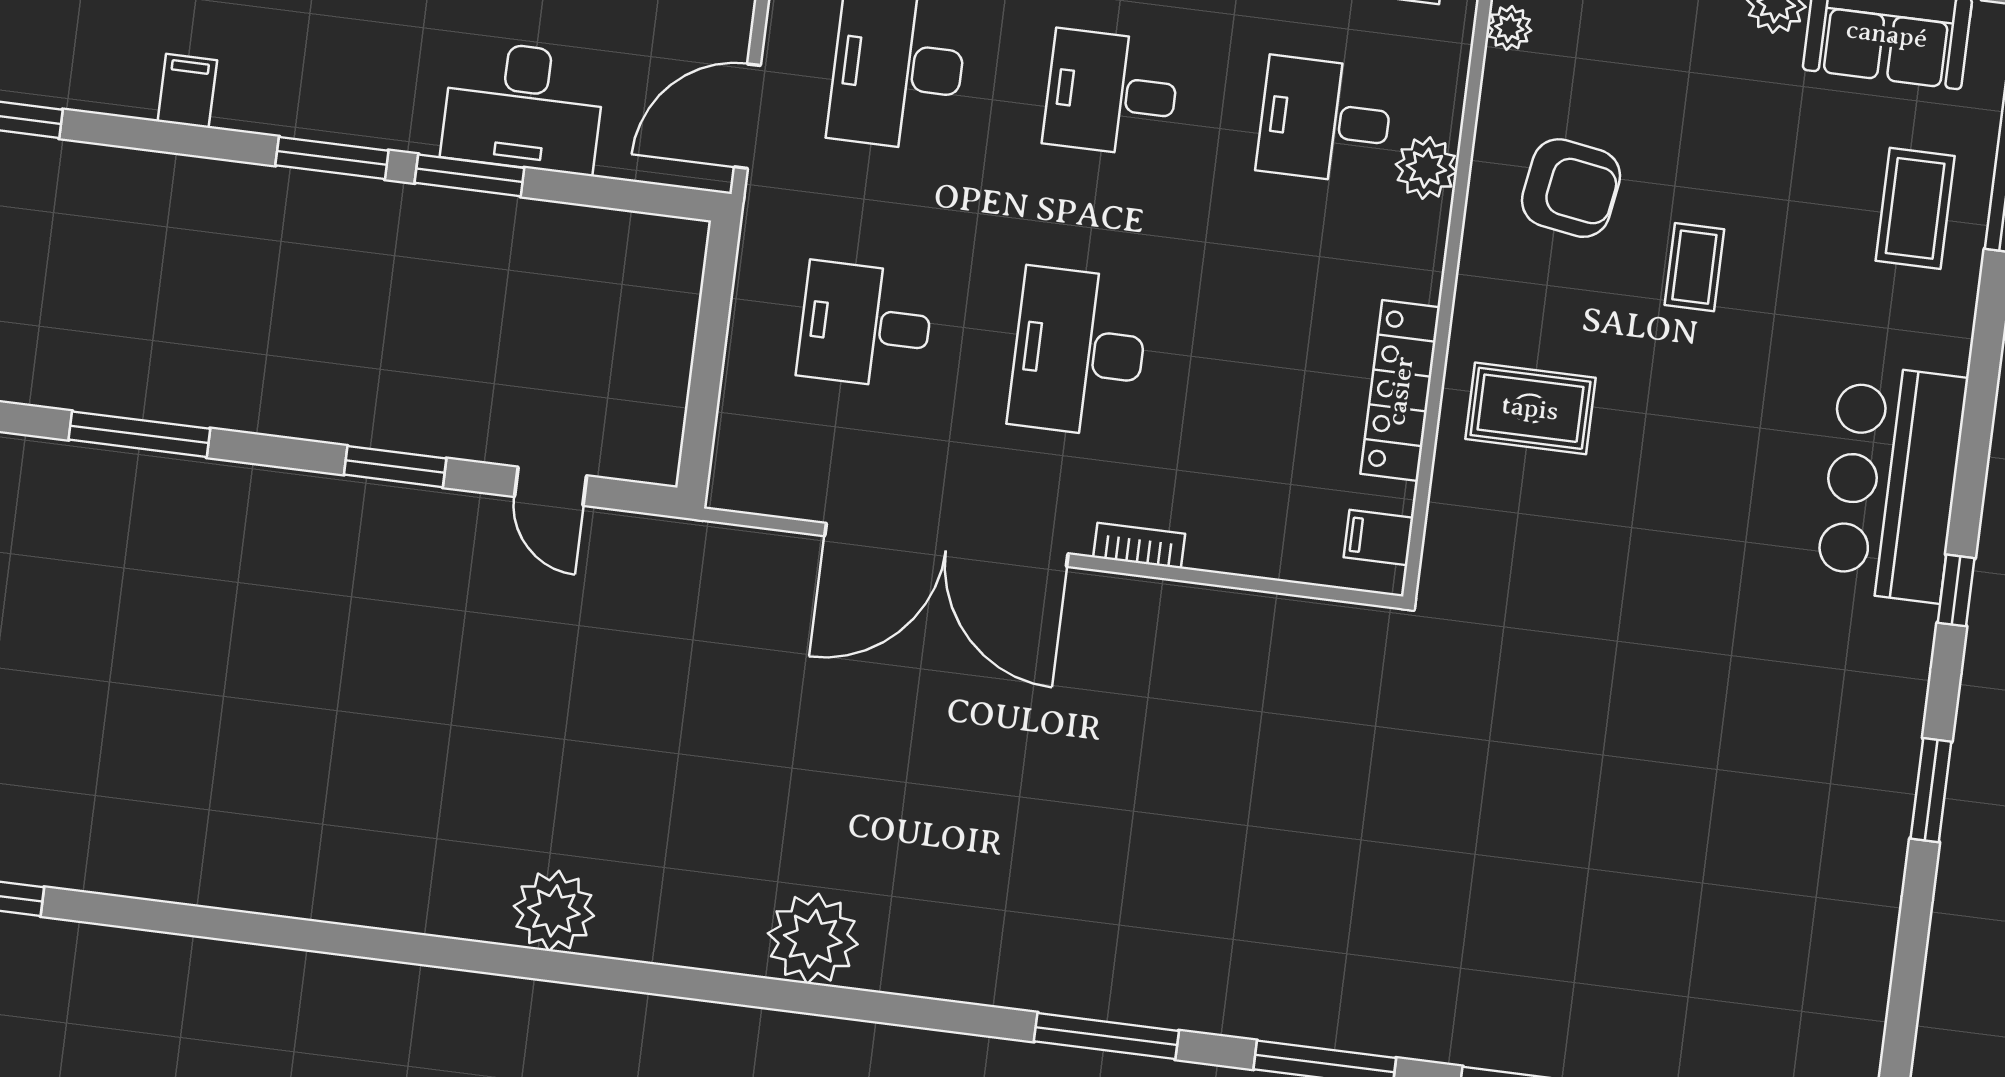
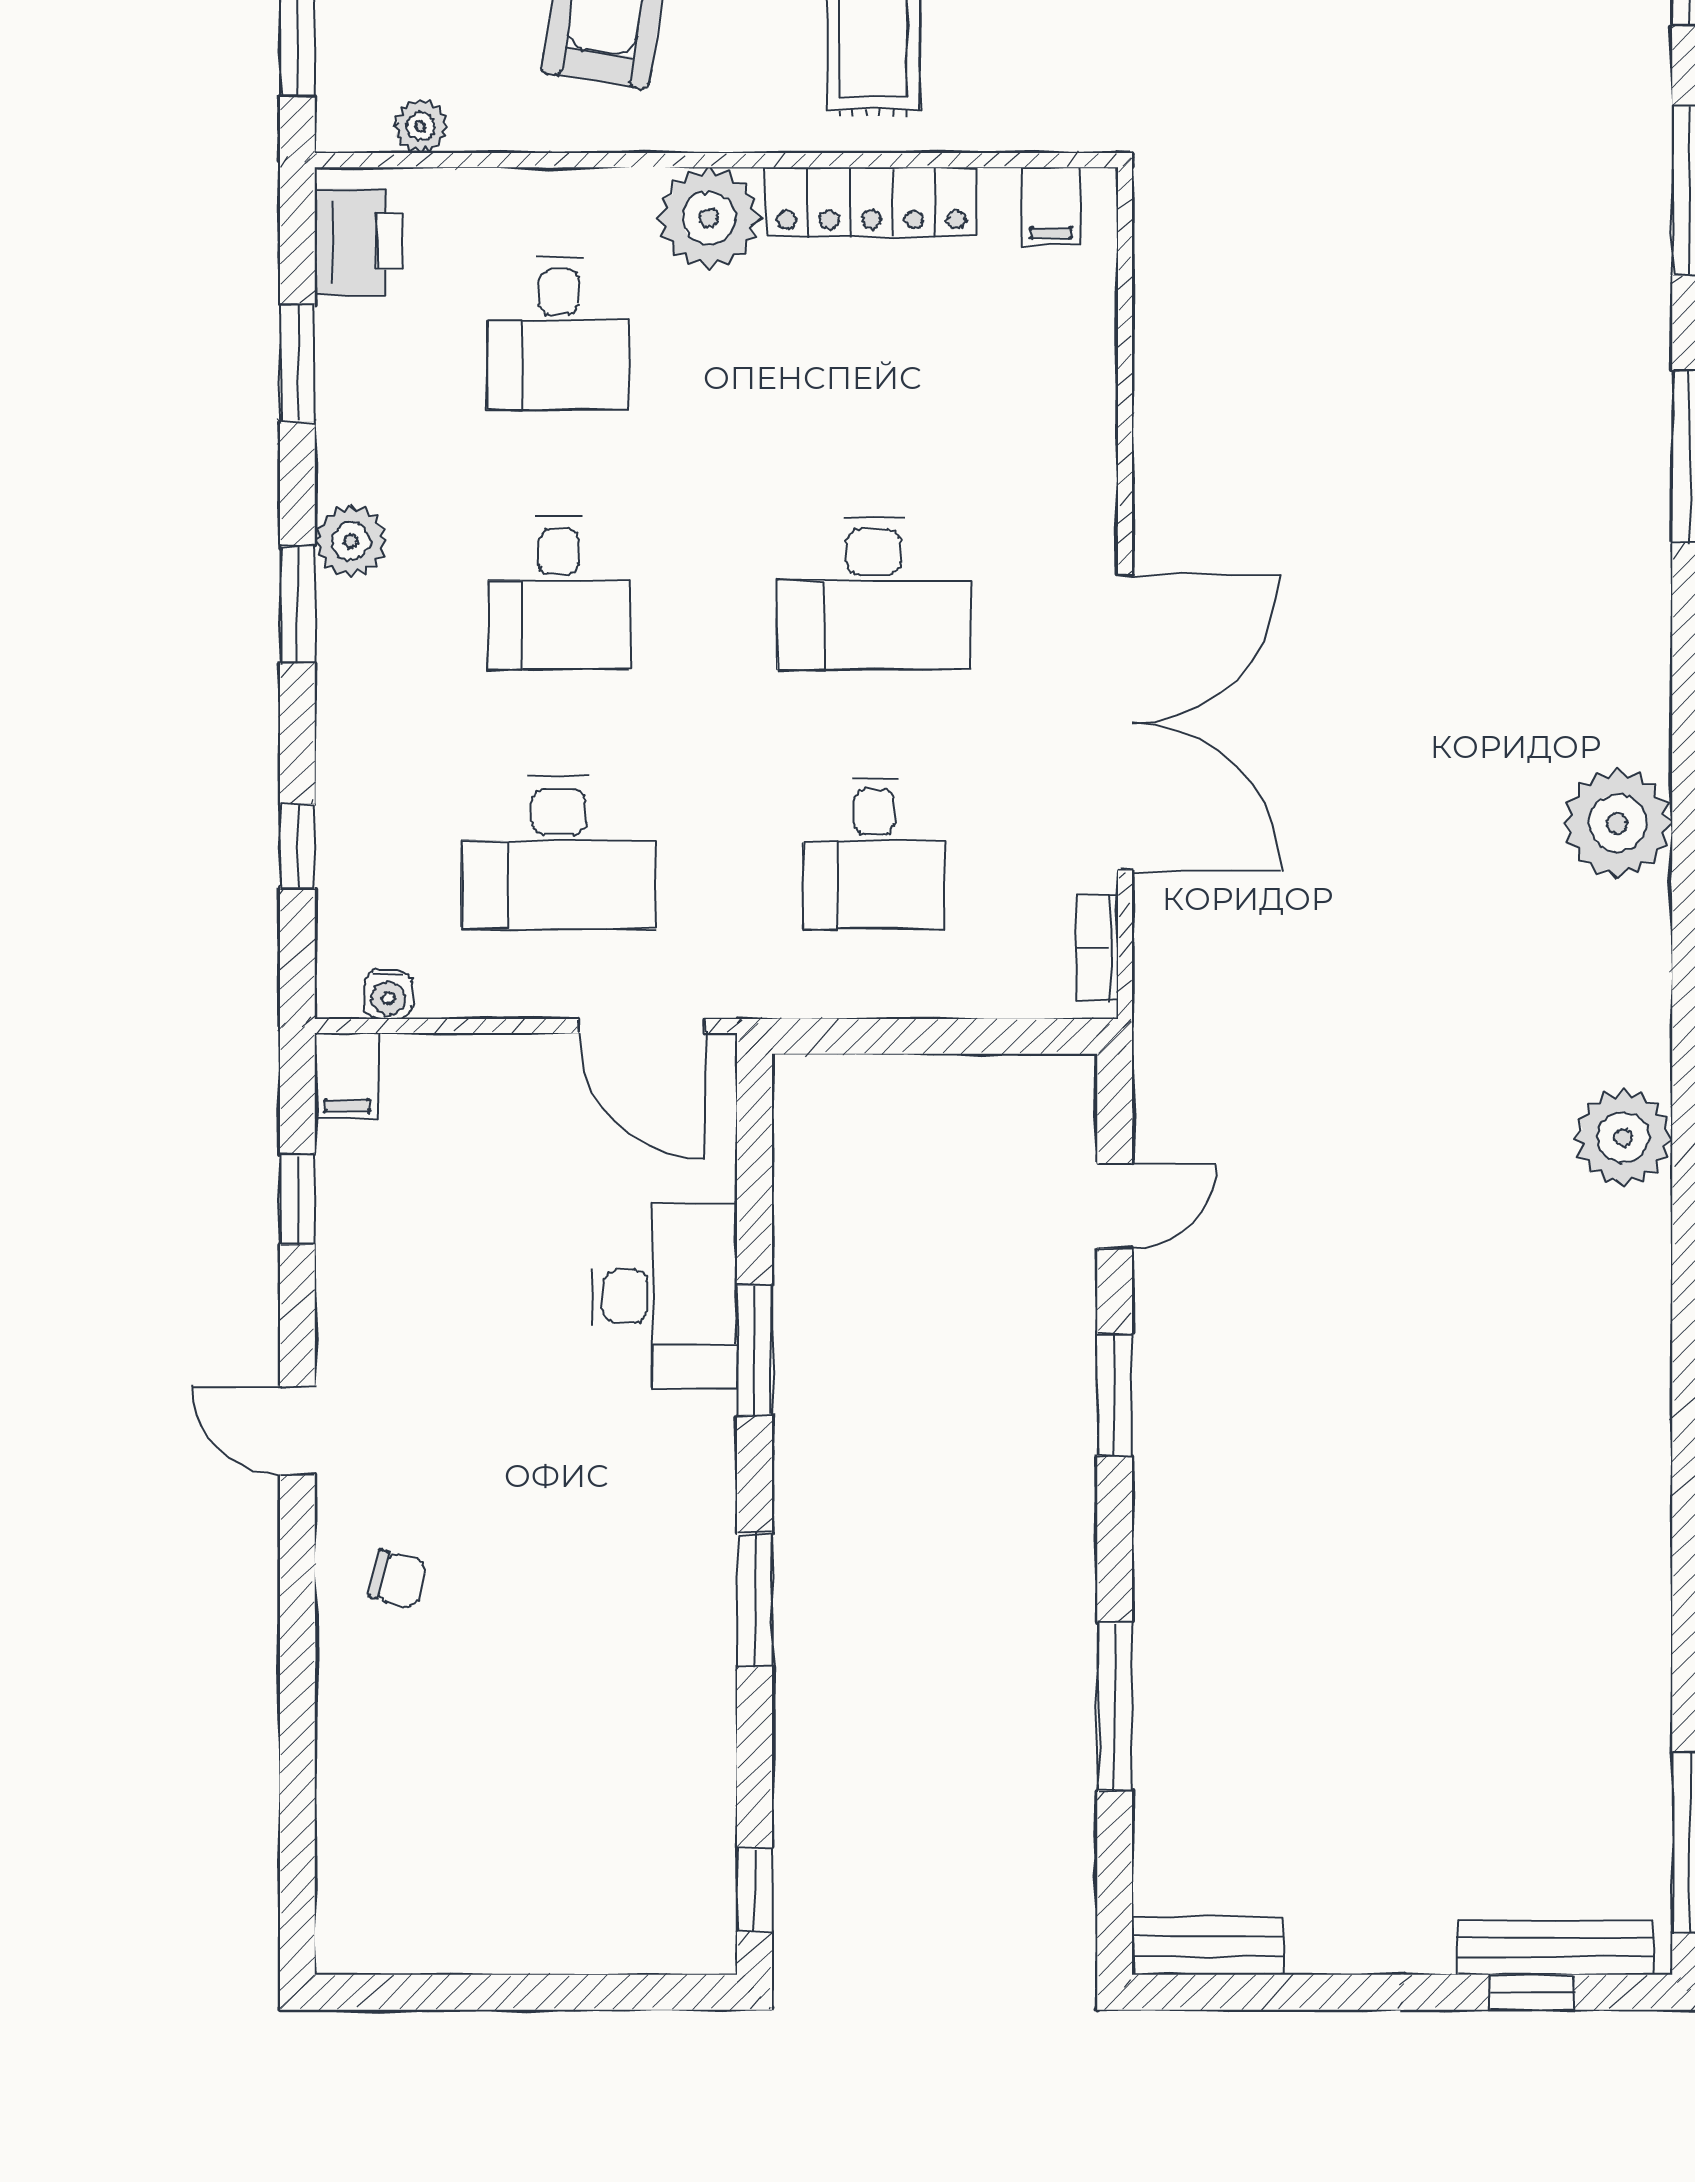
filing cabinet: (187, 91) -> (696, 1701), removed
window: (332, 158) -> (754, 1600), moved
plant: (1426, 168) -> (709, 218), moved, width x1.36, depth x1.36
bookcase: (1139, 546) -> (1097, 948), moved

